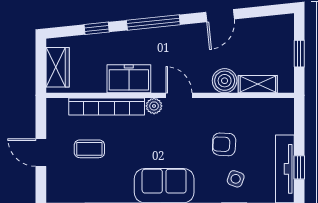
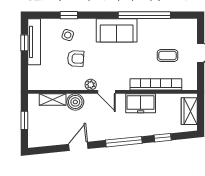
plant: (154, 106) -> (91, 85), moved

